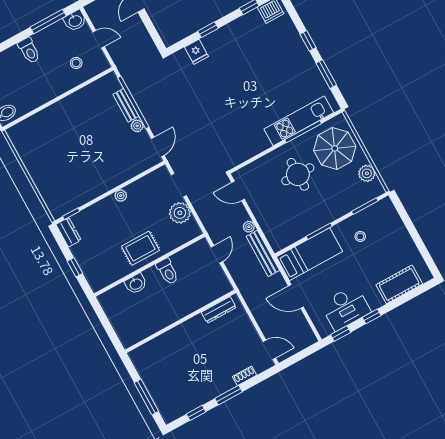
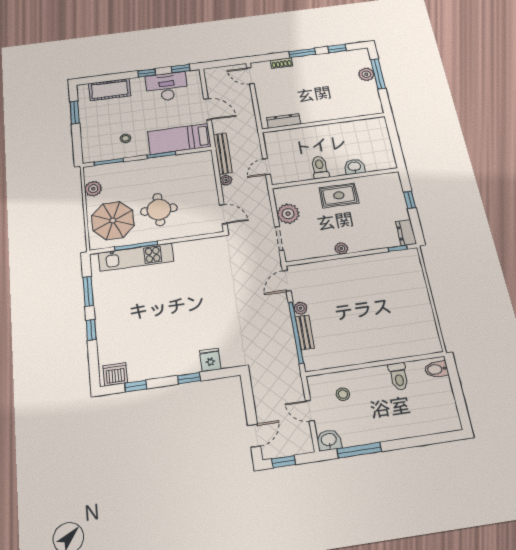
toilet: (29, 50) -> (399, 376), moved, turned 180
window: (421, 247) -> (75, 112), added
plant: (158, 392) -> (366, 74), added

